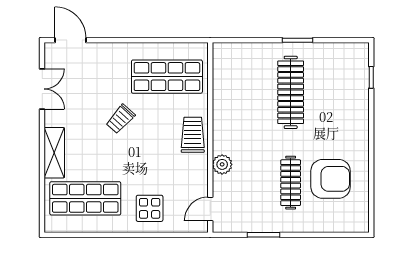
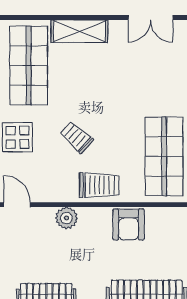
armchair: (228, 109) -> (129, 225), added
trolley: (120, 119) -> (77, 137), moved

